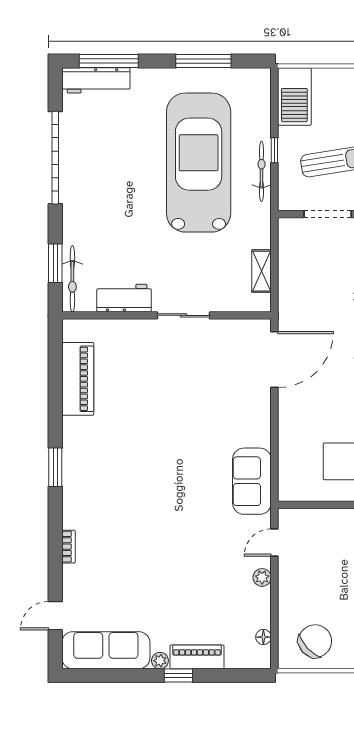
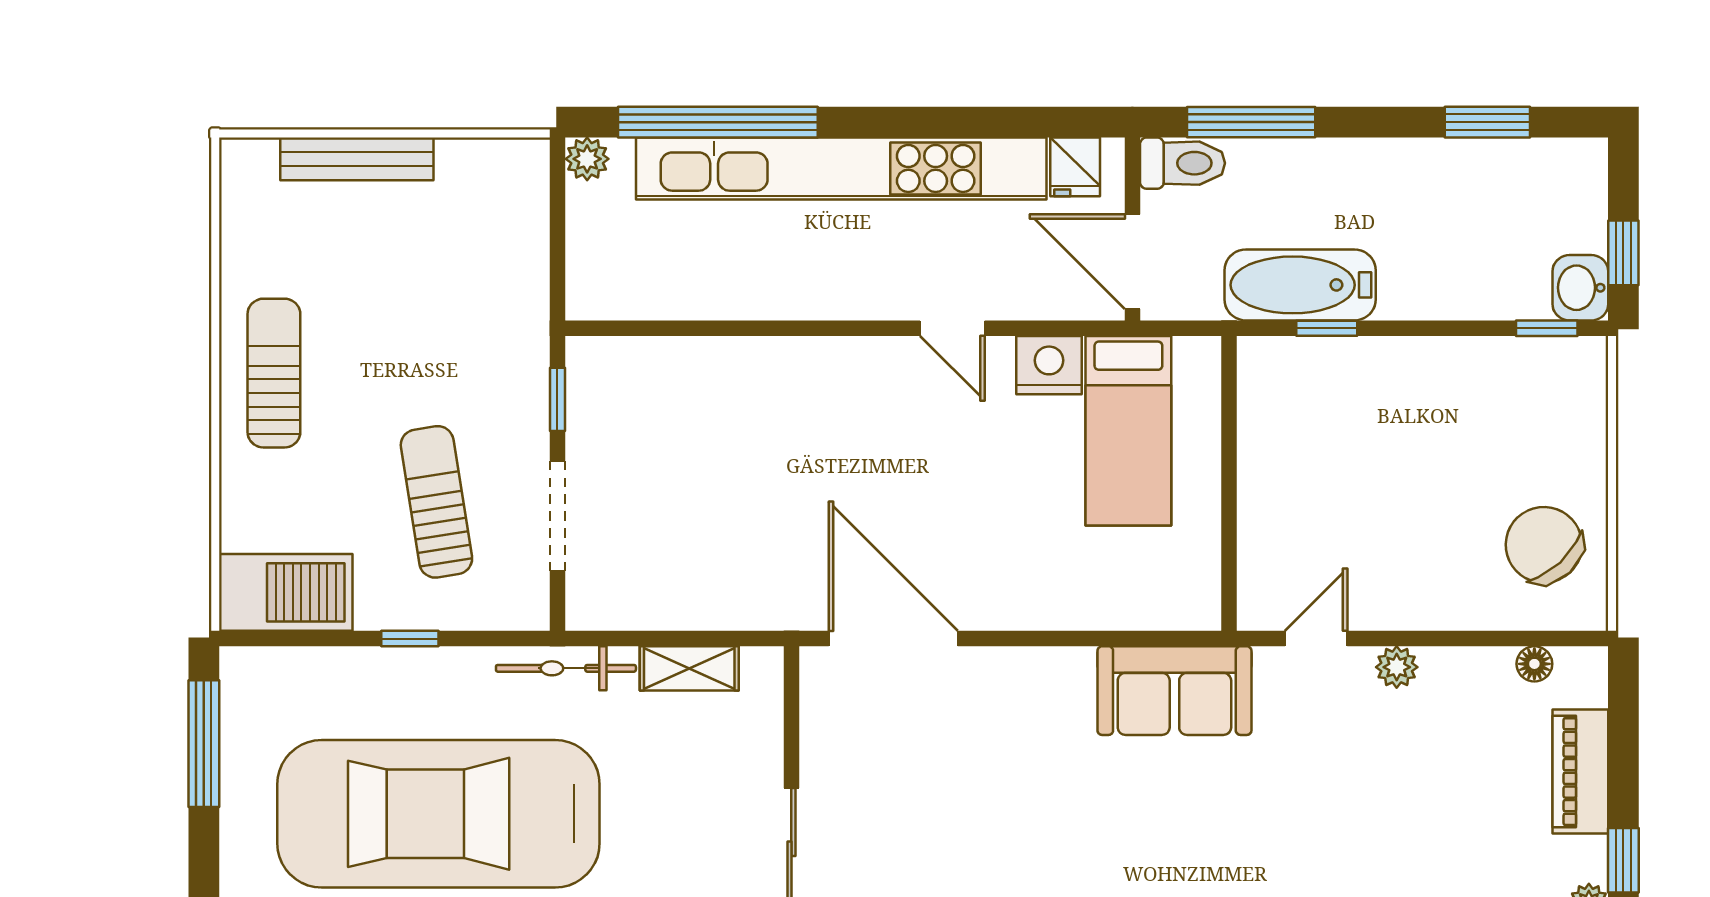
window: (203, 61) -> (204, 744), moved
bicycle: (262, 171) -> (566, 668), moved
door: (274, 543) -> (1316, 639), swing flipped
piano: (197, 657) -> (1580, 772), moved

